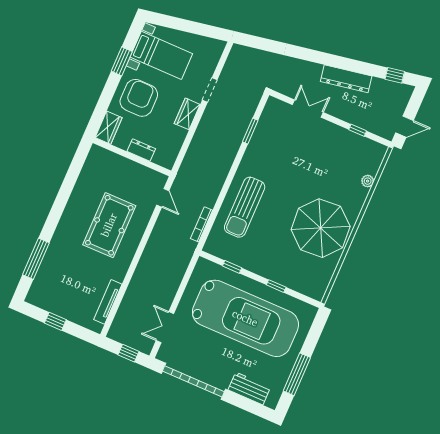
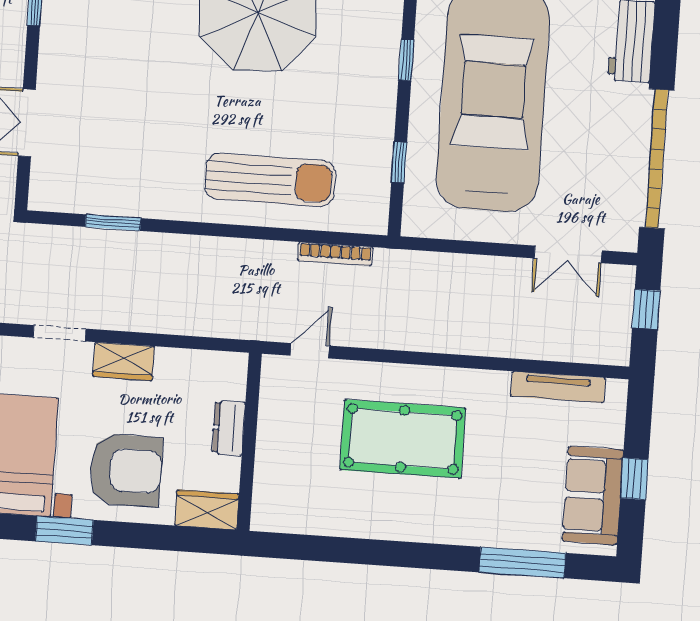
armchair: (139, 98) -> (126, 470), turned 180
sofa: (55, 300) -> (593, 496), added

